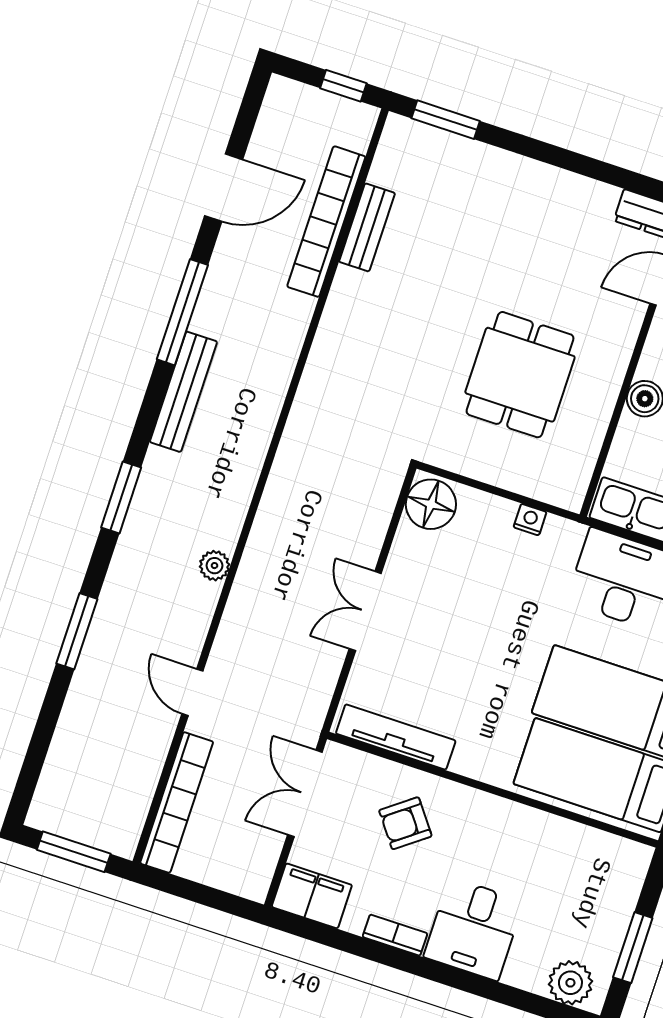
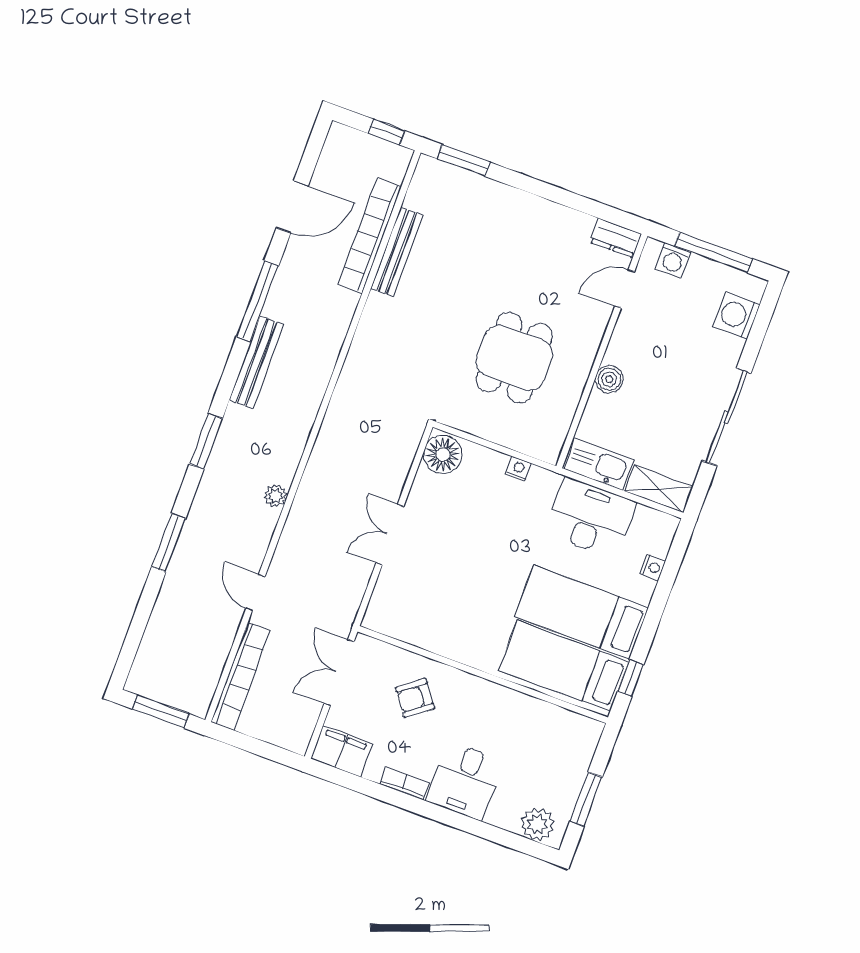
bench: (367, 227) -> (397, 252), width x1.36
tv unit: (396, 737) -> (410, 632), removed

